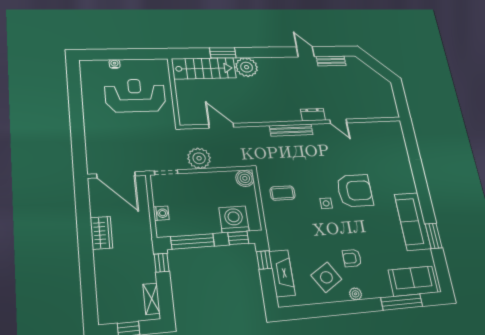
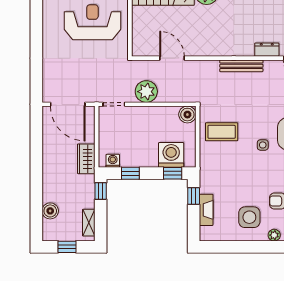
coffee table: (283, 193) -> (222, 132), width x1.36, depth x1.30
washing machine: (161, 213) -> (113, 161), moved, turned -90
wardrobe: (101, 233) -> (86, 159), moved, turned 180
window: (192, 241) -> (130, 173), width x0.46
fireplace: (282, 273) -> (206, 210), width x0.73, depth x0.76
side table: (326, 277) -> (249, 217), turned 32
boiler: (105, 290) -> (50, 211), added

